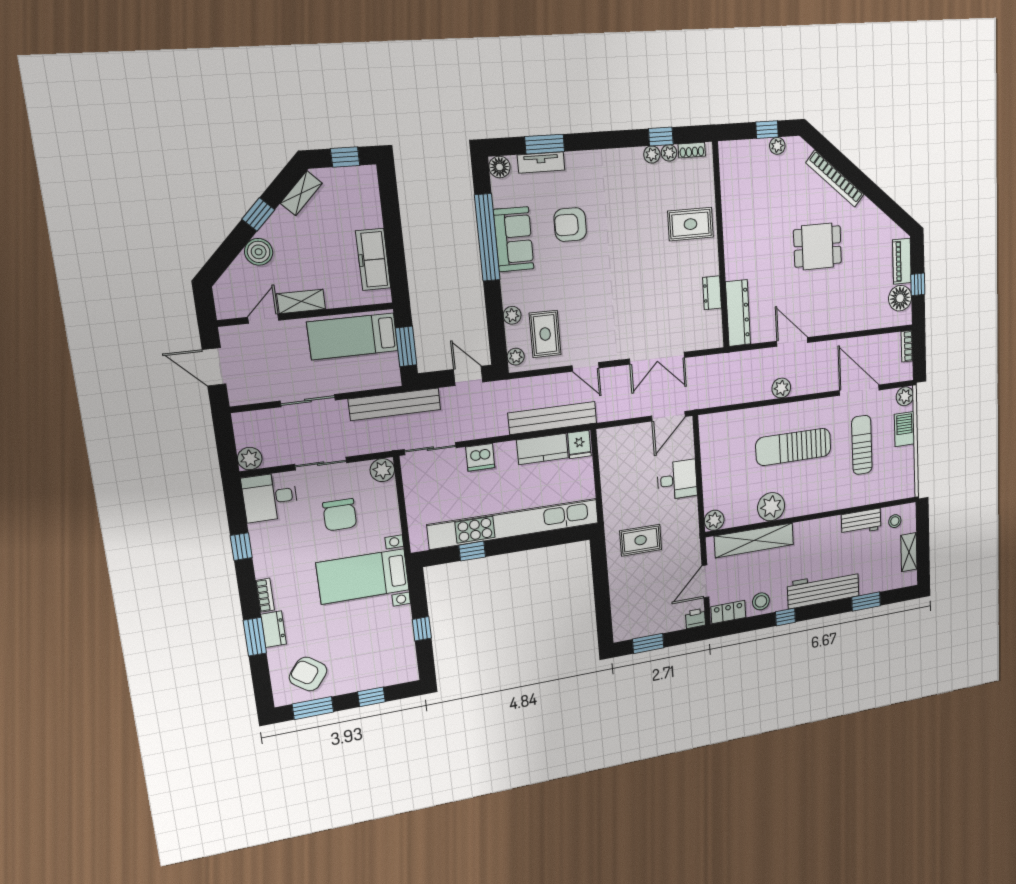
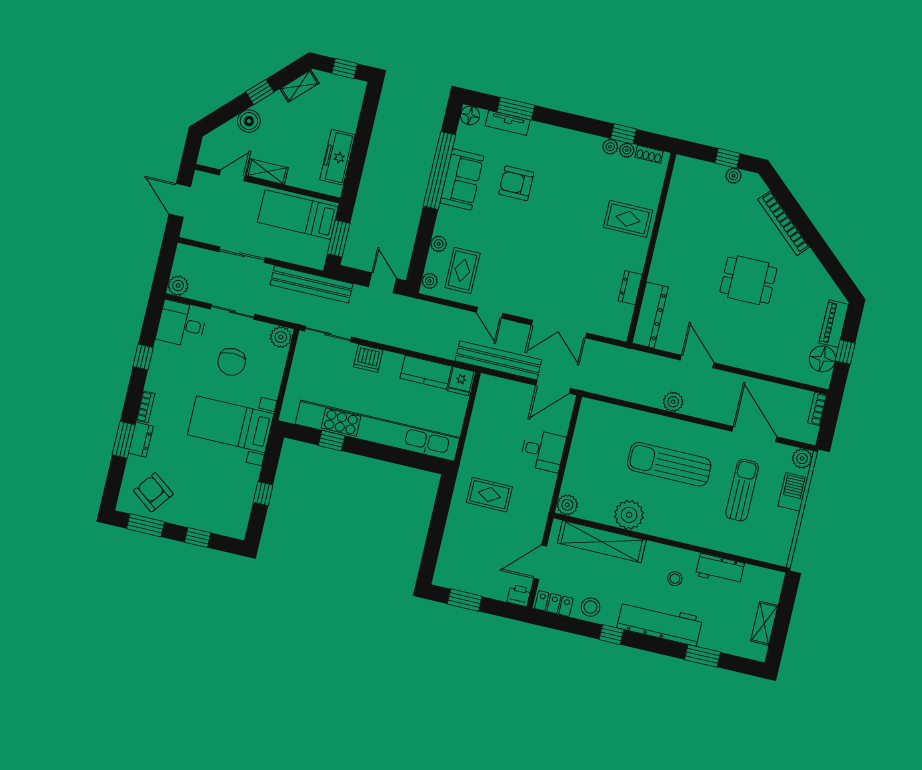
bench: (553, 418) -> (498, 360), moved
stool: (895, 521) -> (675, 579), moved

